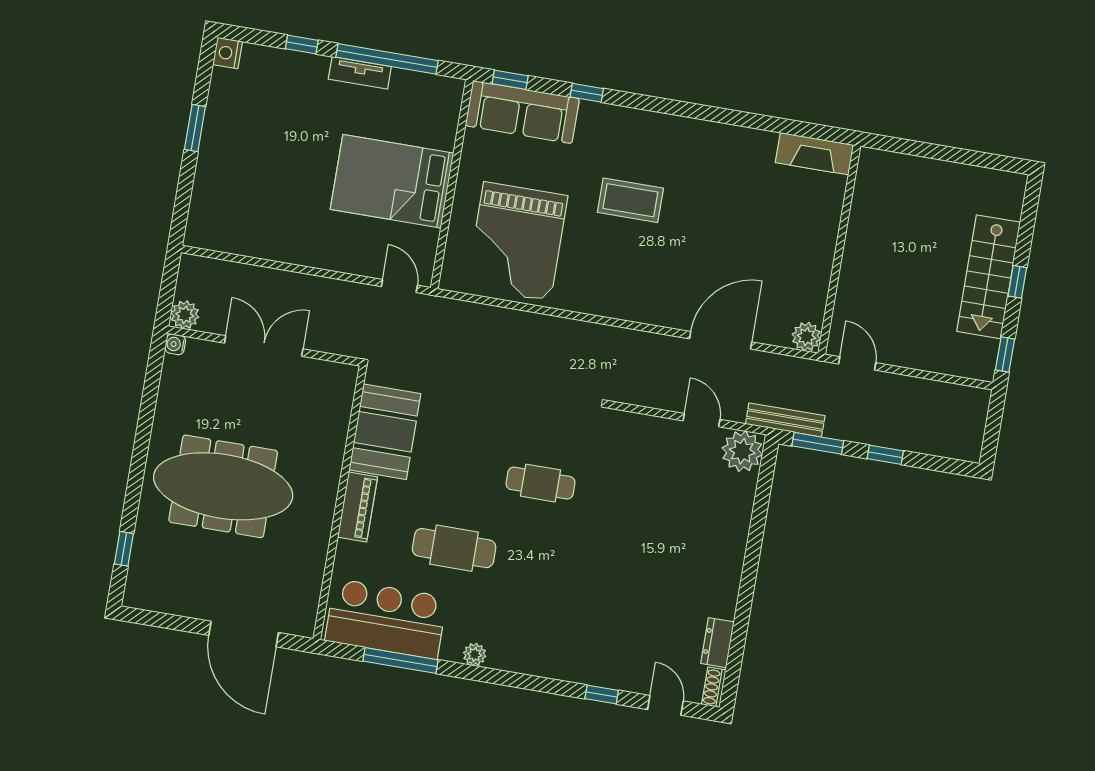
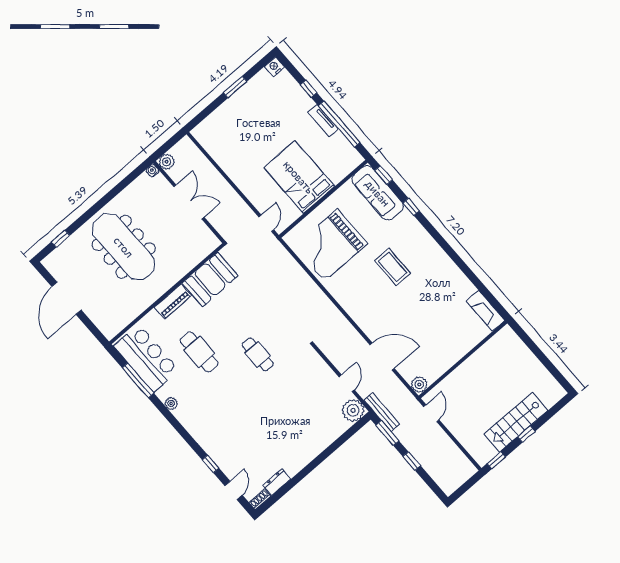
door: (244, 634) -> (67, 298), moved

